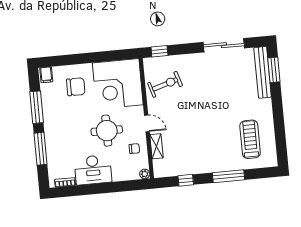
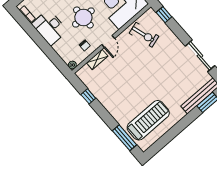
treadmill: (250, 139) -> (148, 120), width x1.37, depth x1.38
window: (228, 176) -> (124, 138), moved

